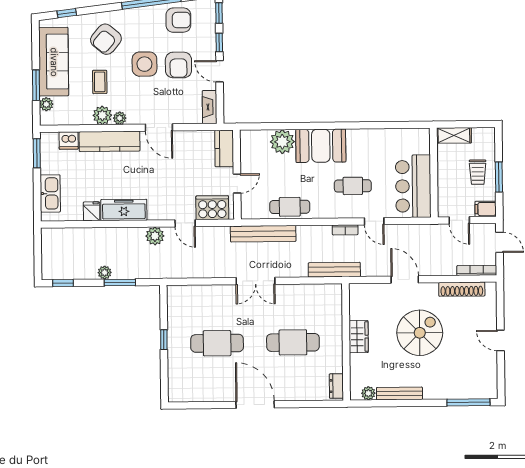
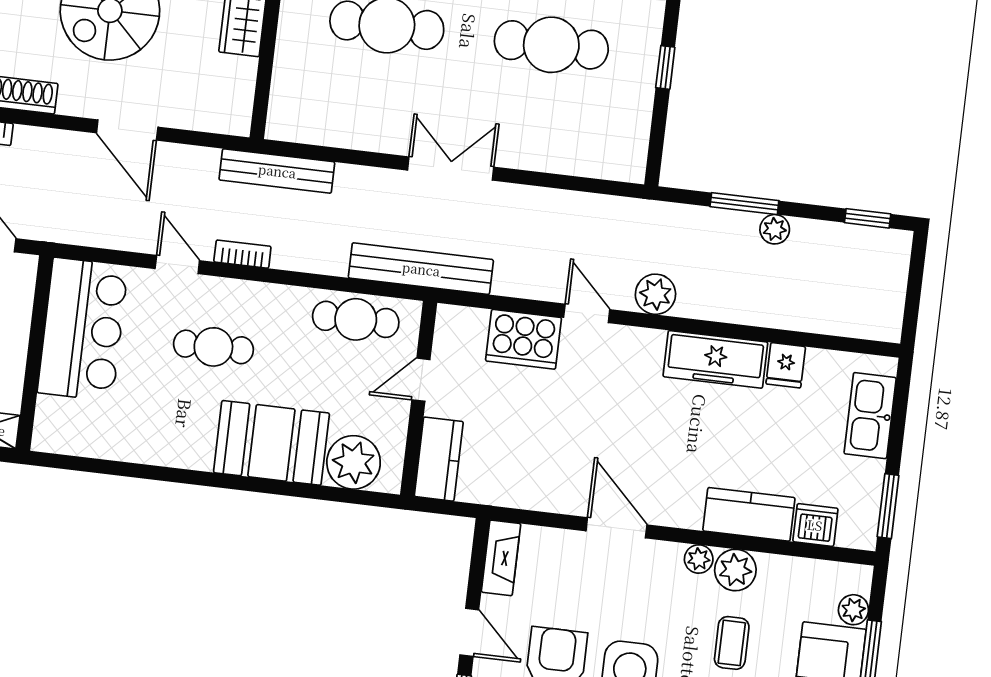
kitchen counter: (110, 141) -> (749, 514), width x0.67
kitchen counter: (224, 148) -> (439, 459), moved
wall: (237, 175) -> (419, 399), moved
door: (237, 183) -> (421, 380), moved

